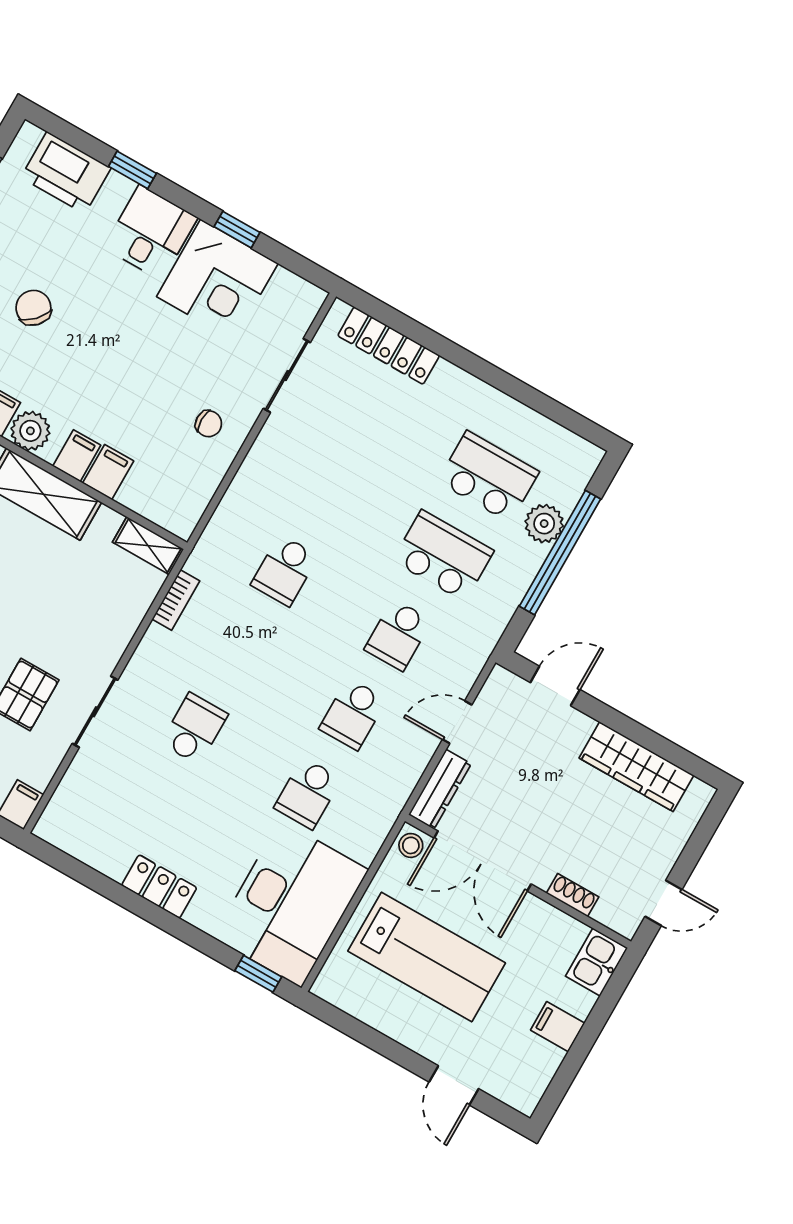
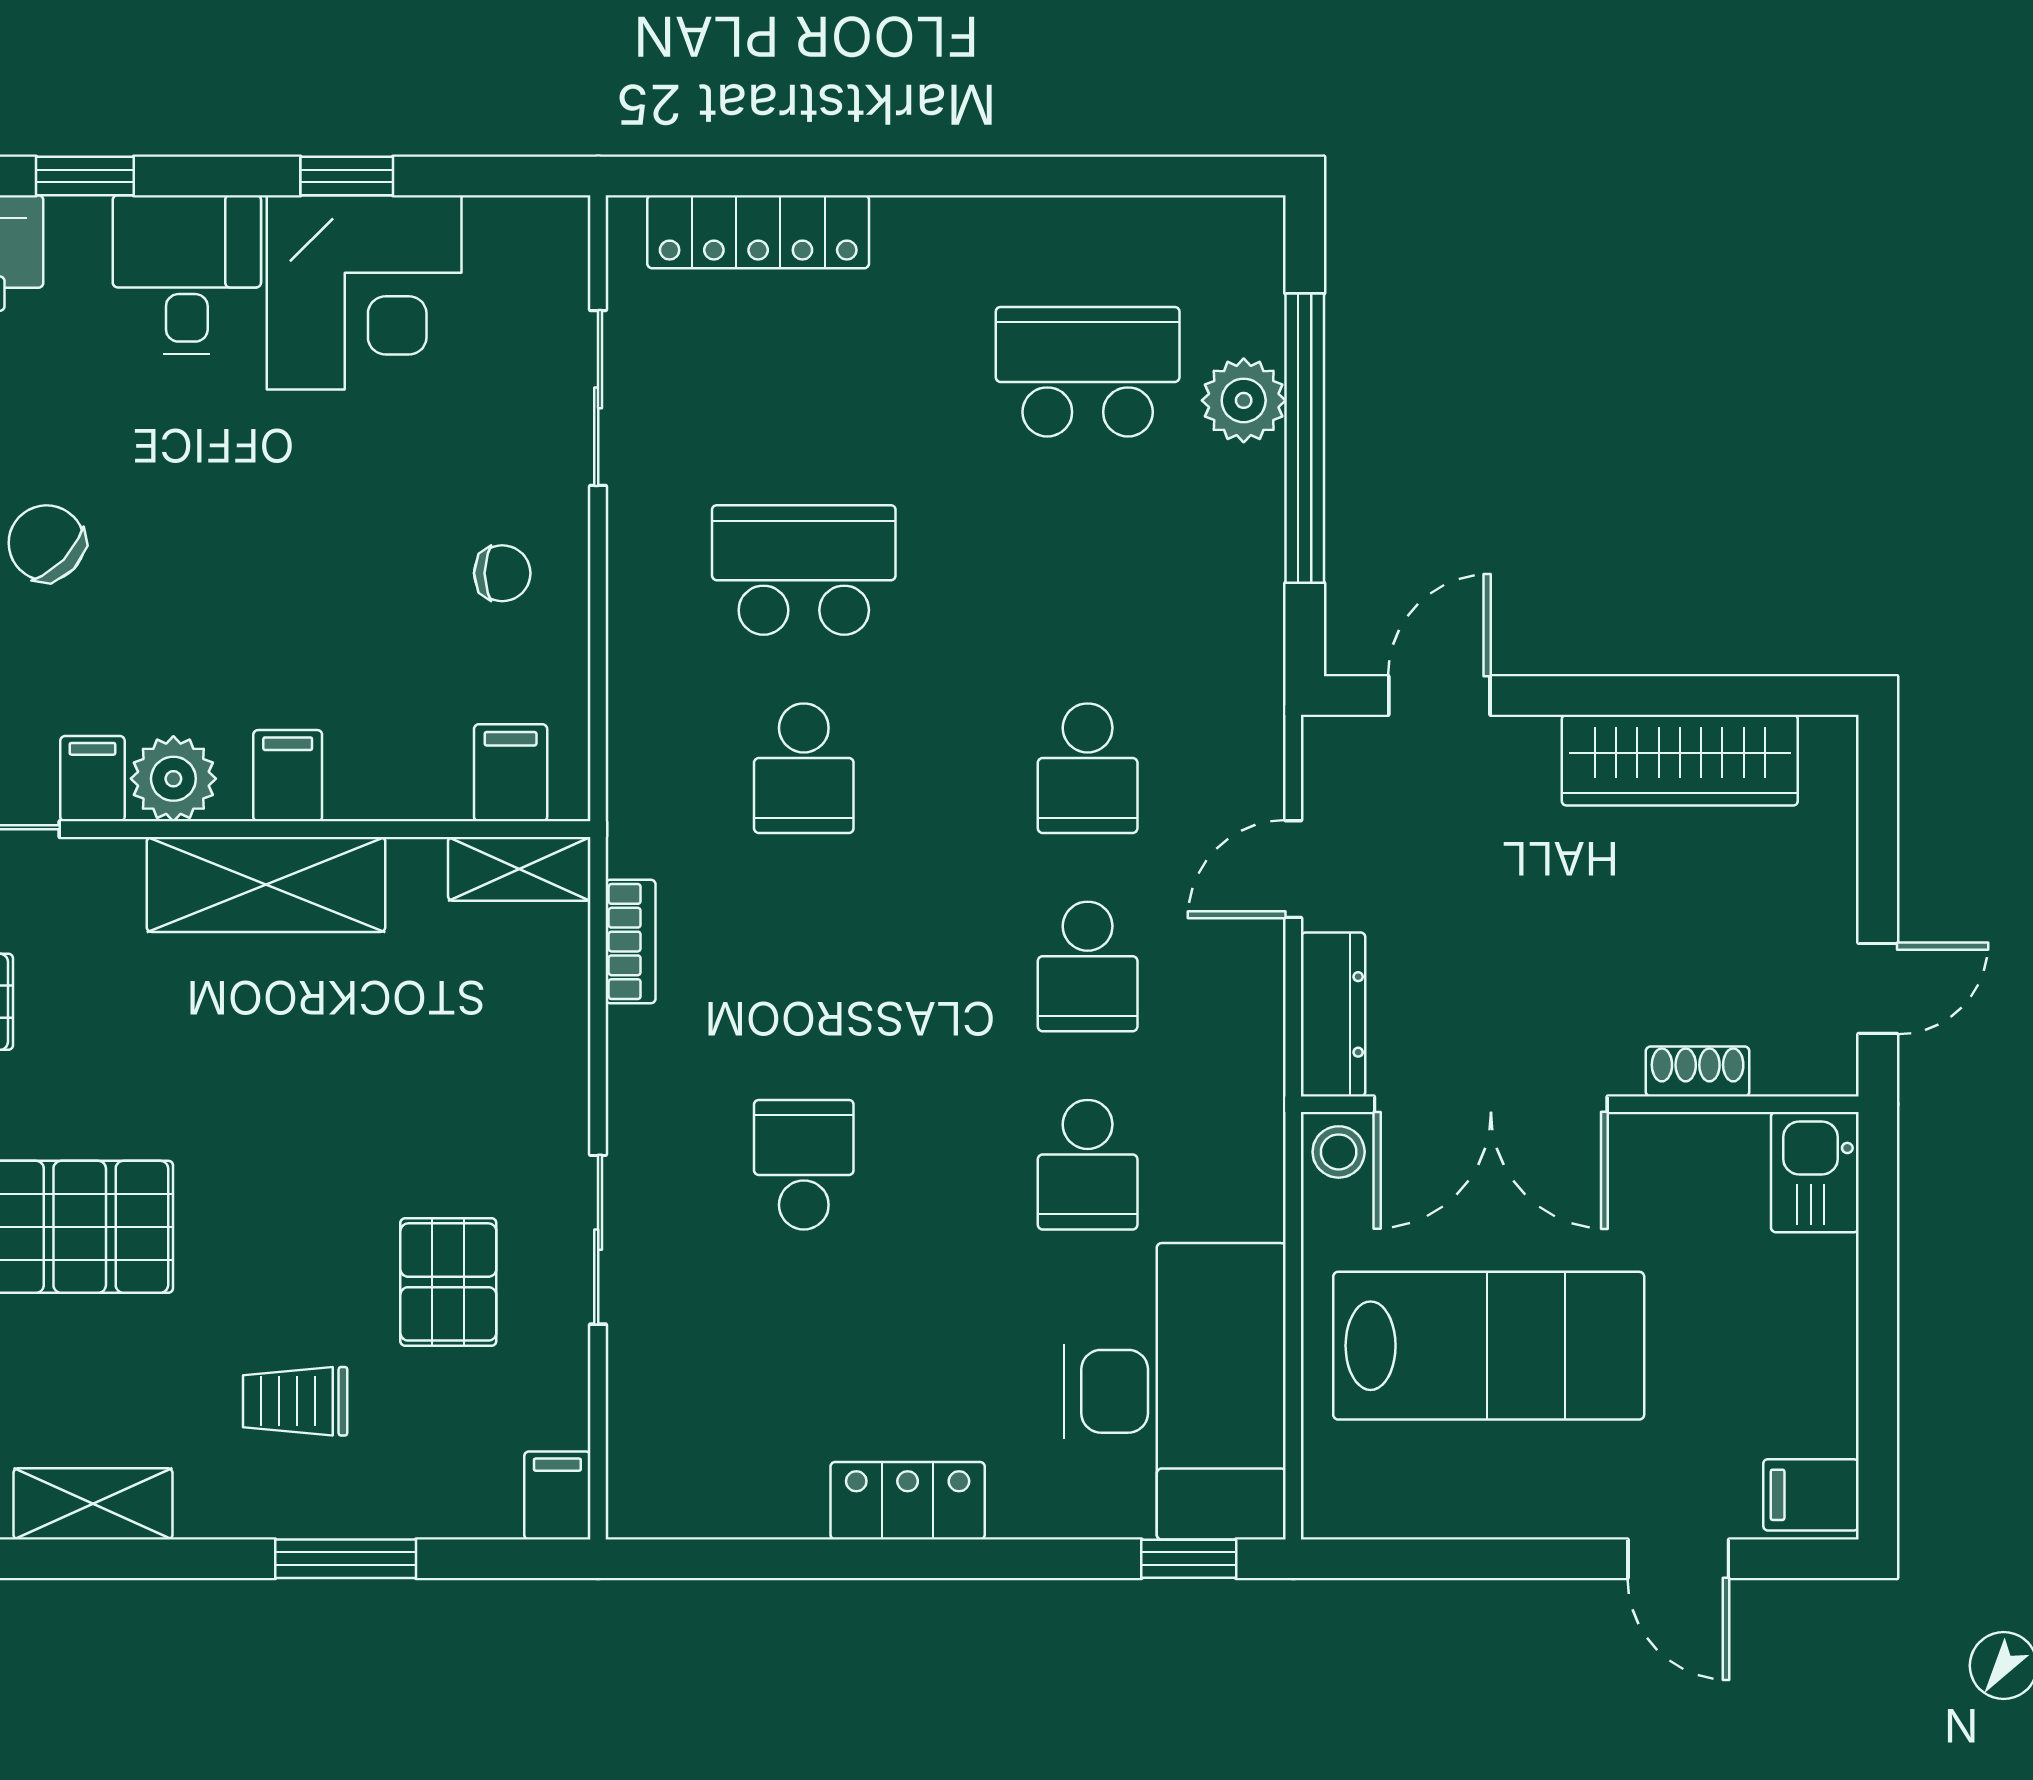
filing cabinet: (108, 472) -> (511, 773), moved
school desk: (443, 556) -> (804, 570), moved
filing cabinet: (558, 1027) -> (1811, 1495), moved

